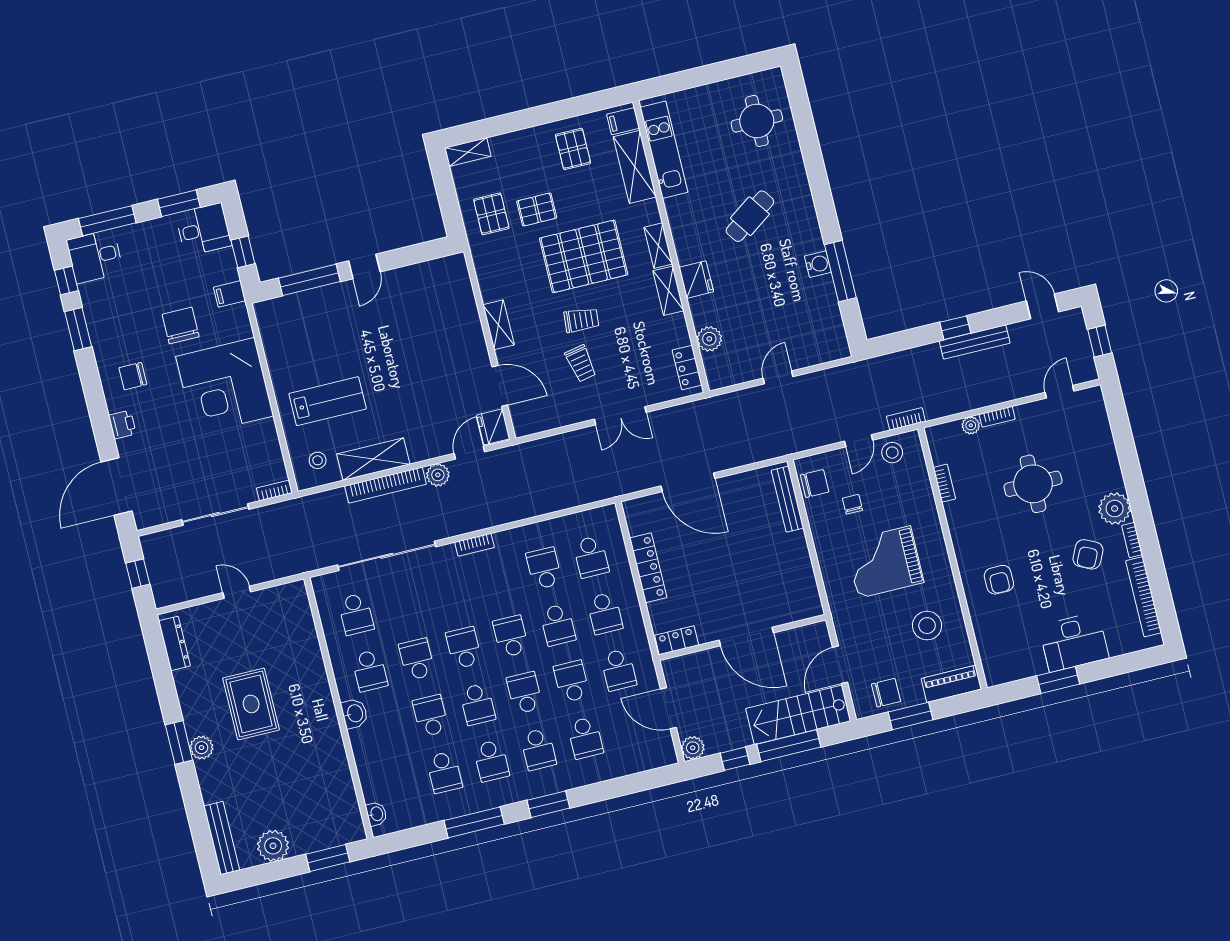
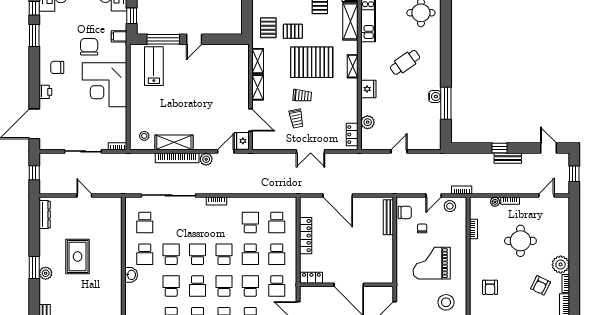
shelving: (668, 291) -> (258, 61), moved
bench: (975, 342) -> (508, 158), width x0.73
lab bench: (328, 401) -> (154, 66), moved, turned -90

